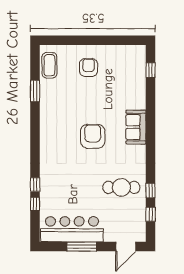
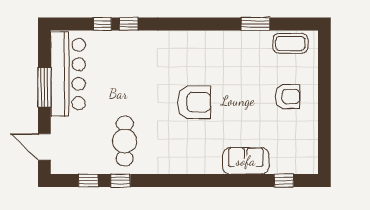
sofa: (136, 127) -> (246, 161), moved

